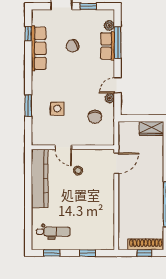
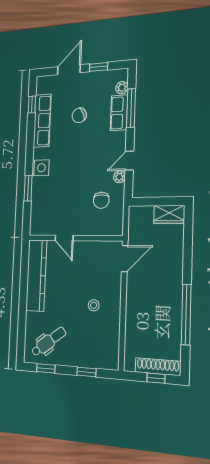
side table: (57, 109) -> (41, 168), moved
stool: (78, 171) -> (94, 305), moved
dental chair: (53, 232) -> (49, 342), turned -37

